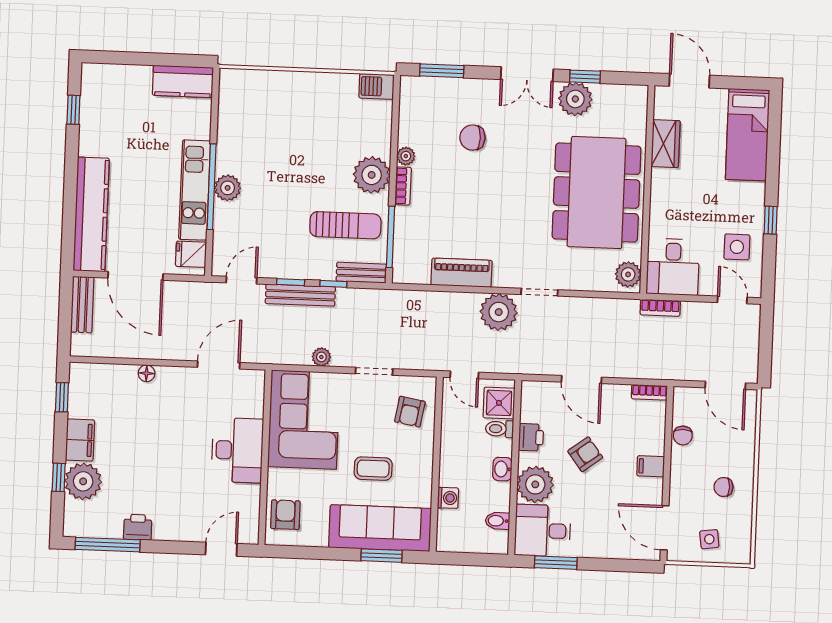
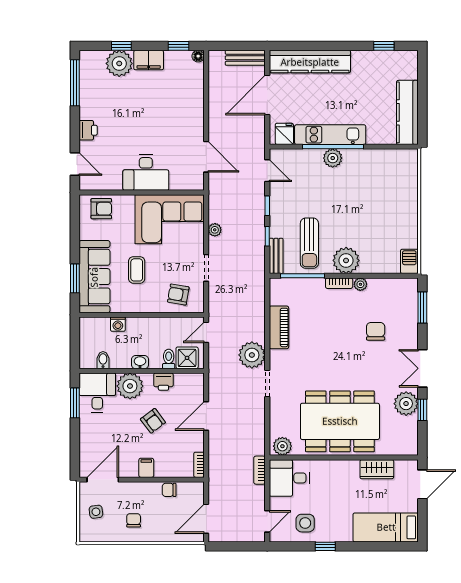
kitchen counter: (183, 81) -> (407, 112), width x1.50
bench: (300, 295) -> (258, 213), removed
floor lamp: (147, 373) -> (198, 56), moved
printer: (138, 527) -> (88, 130), moved

